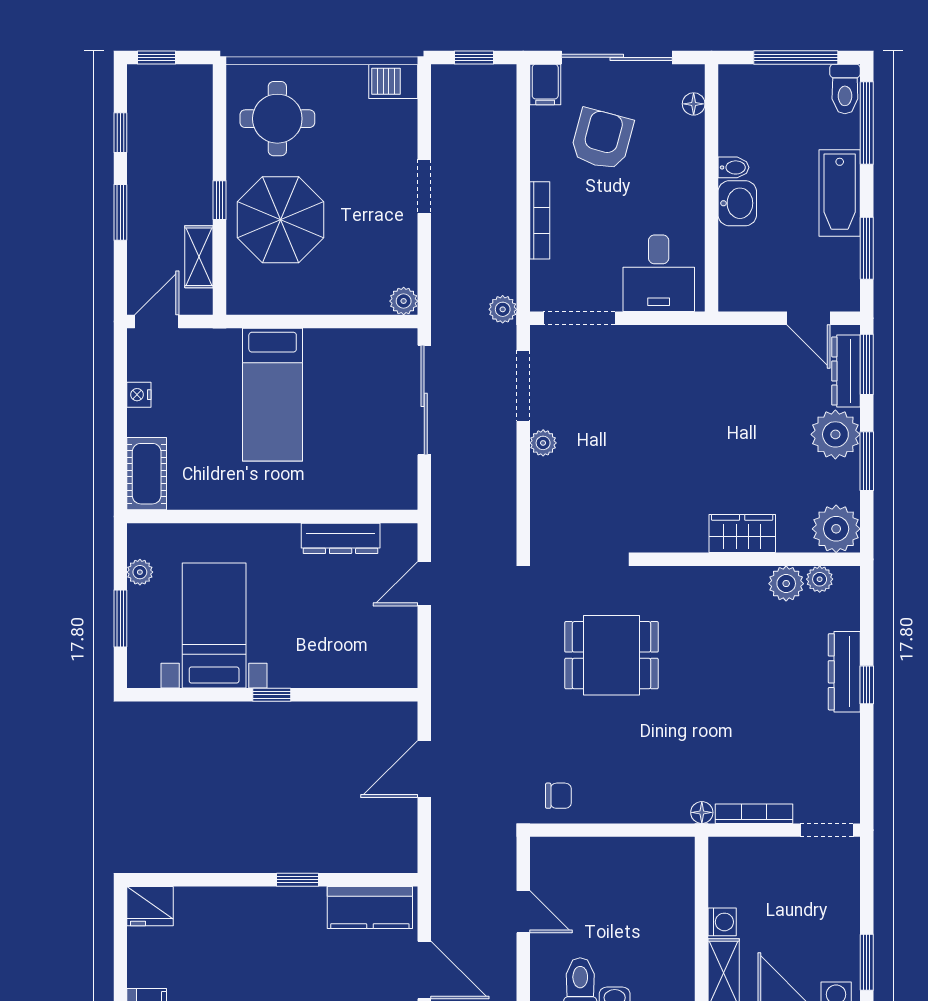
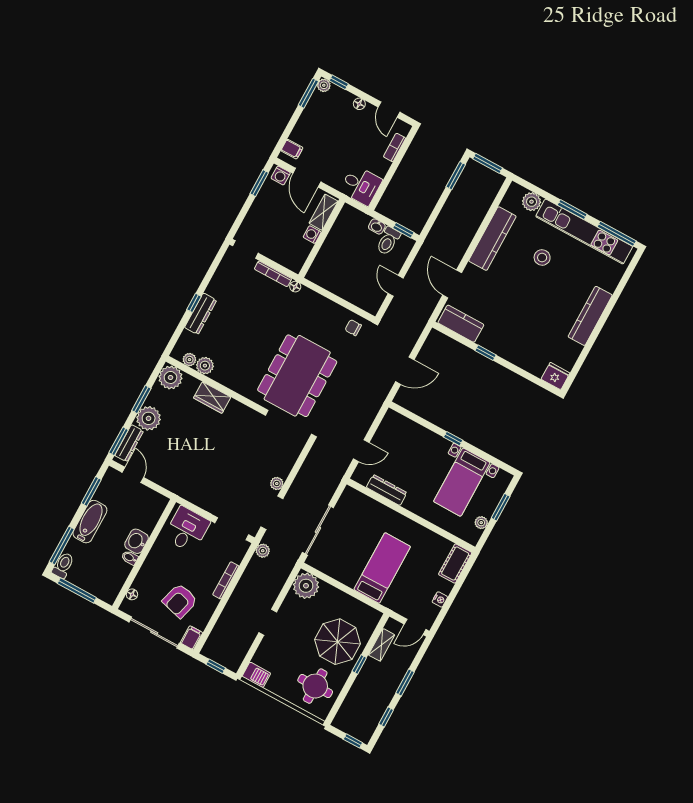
plant: (404, 301) -> (306, 586), width x1.88, depth x1.88
dining table: (611, 655) -> (297, 376), width x1.88, depth x1.24

